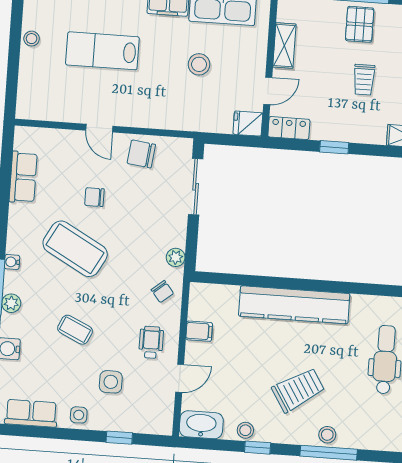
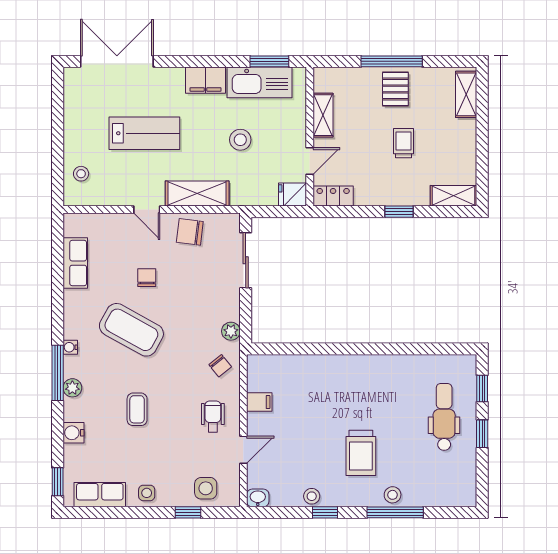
stool: (32, 39) -> (81, 174), moved
lab bench: (102, 51) -> (144, 133), turned 180
trolley: (364, 80) -> (404, 143), turned 180
shelving: (151, 116) -> (197, 194), added
window: (334, 147) -> (399, 212), moved
chair: (94, 197) -> (147, 278), turned 90
kitchen counter: (294, 305) -> (351, 369), removed
coffee table: (75, 330) -> (137, 409), turned 65
side table: (111, 382) -> (206, 488), moved
trolley: (298, 390) -> (361, 453), turned 122
washbasin: (201, 425) -> (258, 498), width x0.52, depth x0.69

